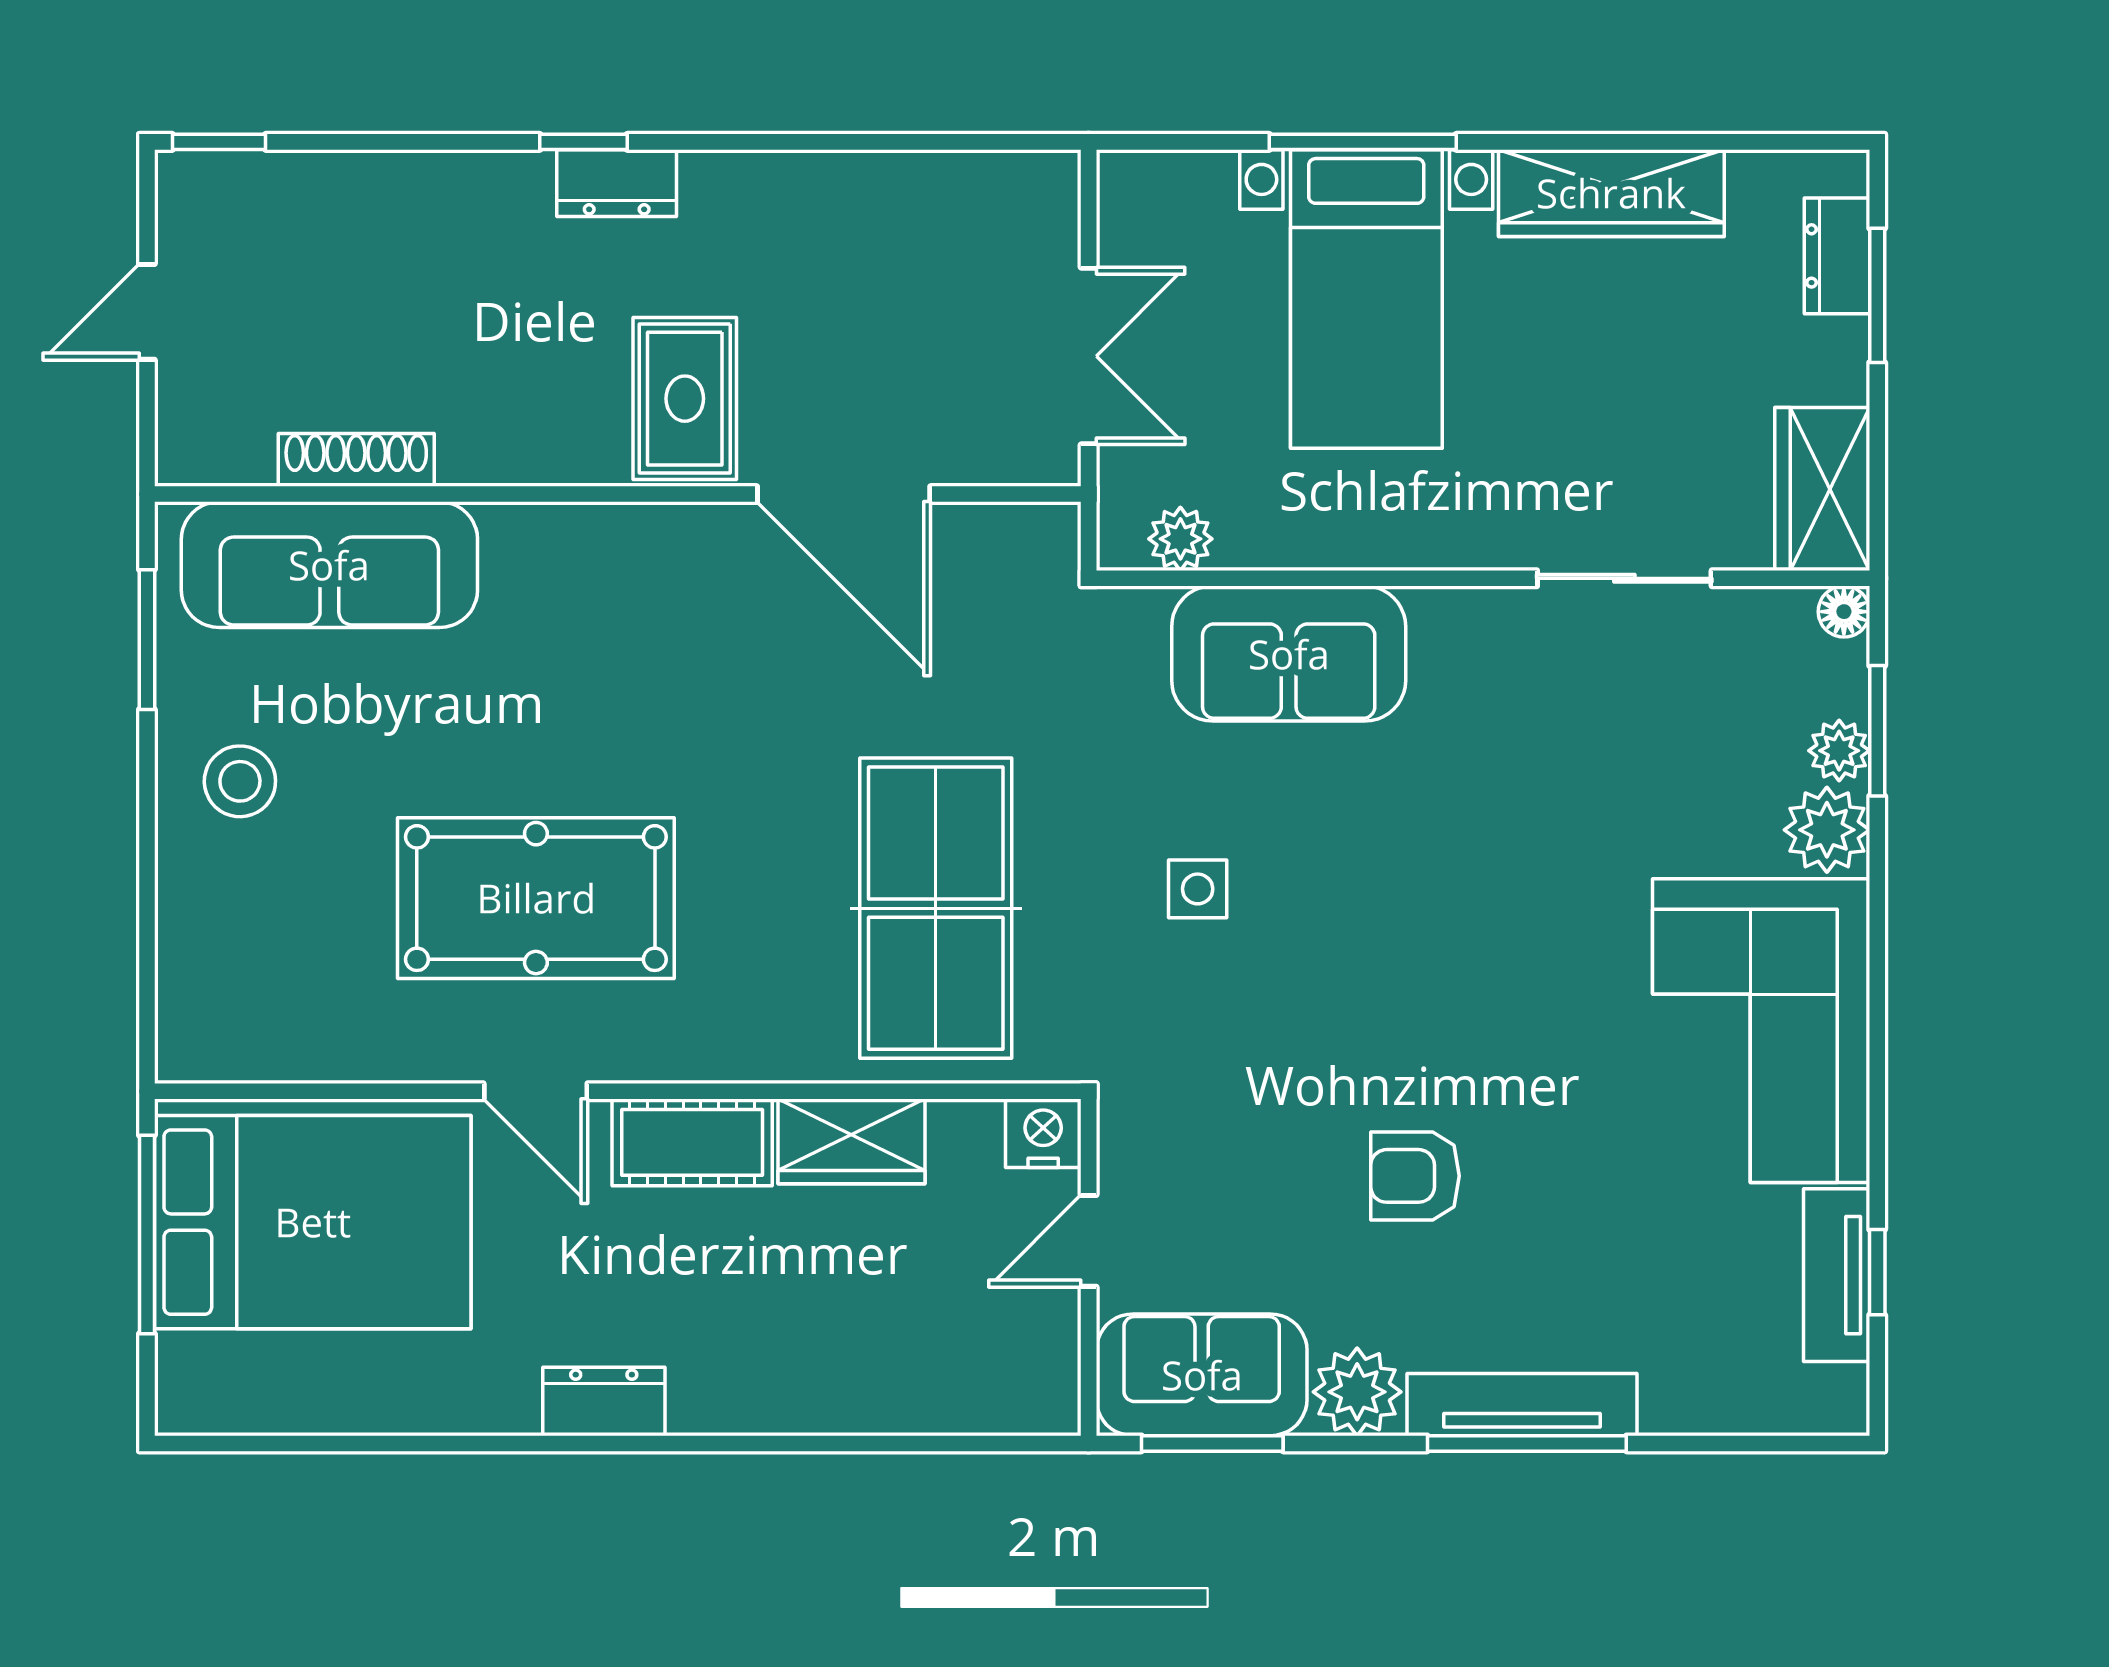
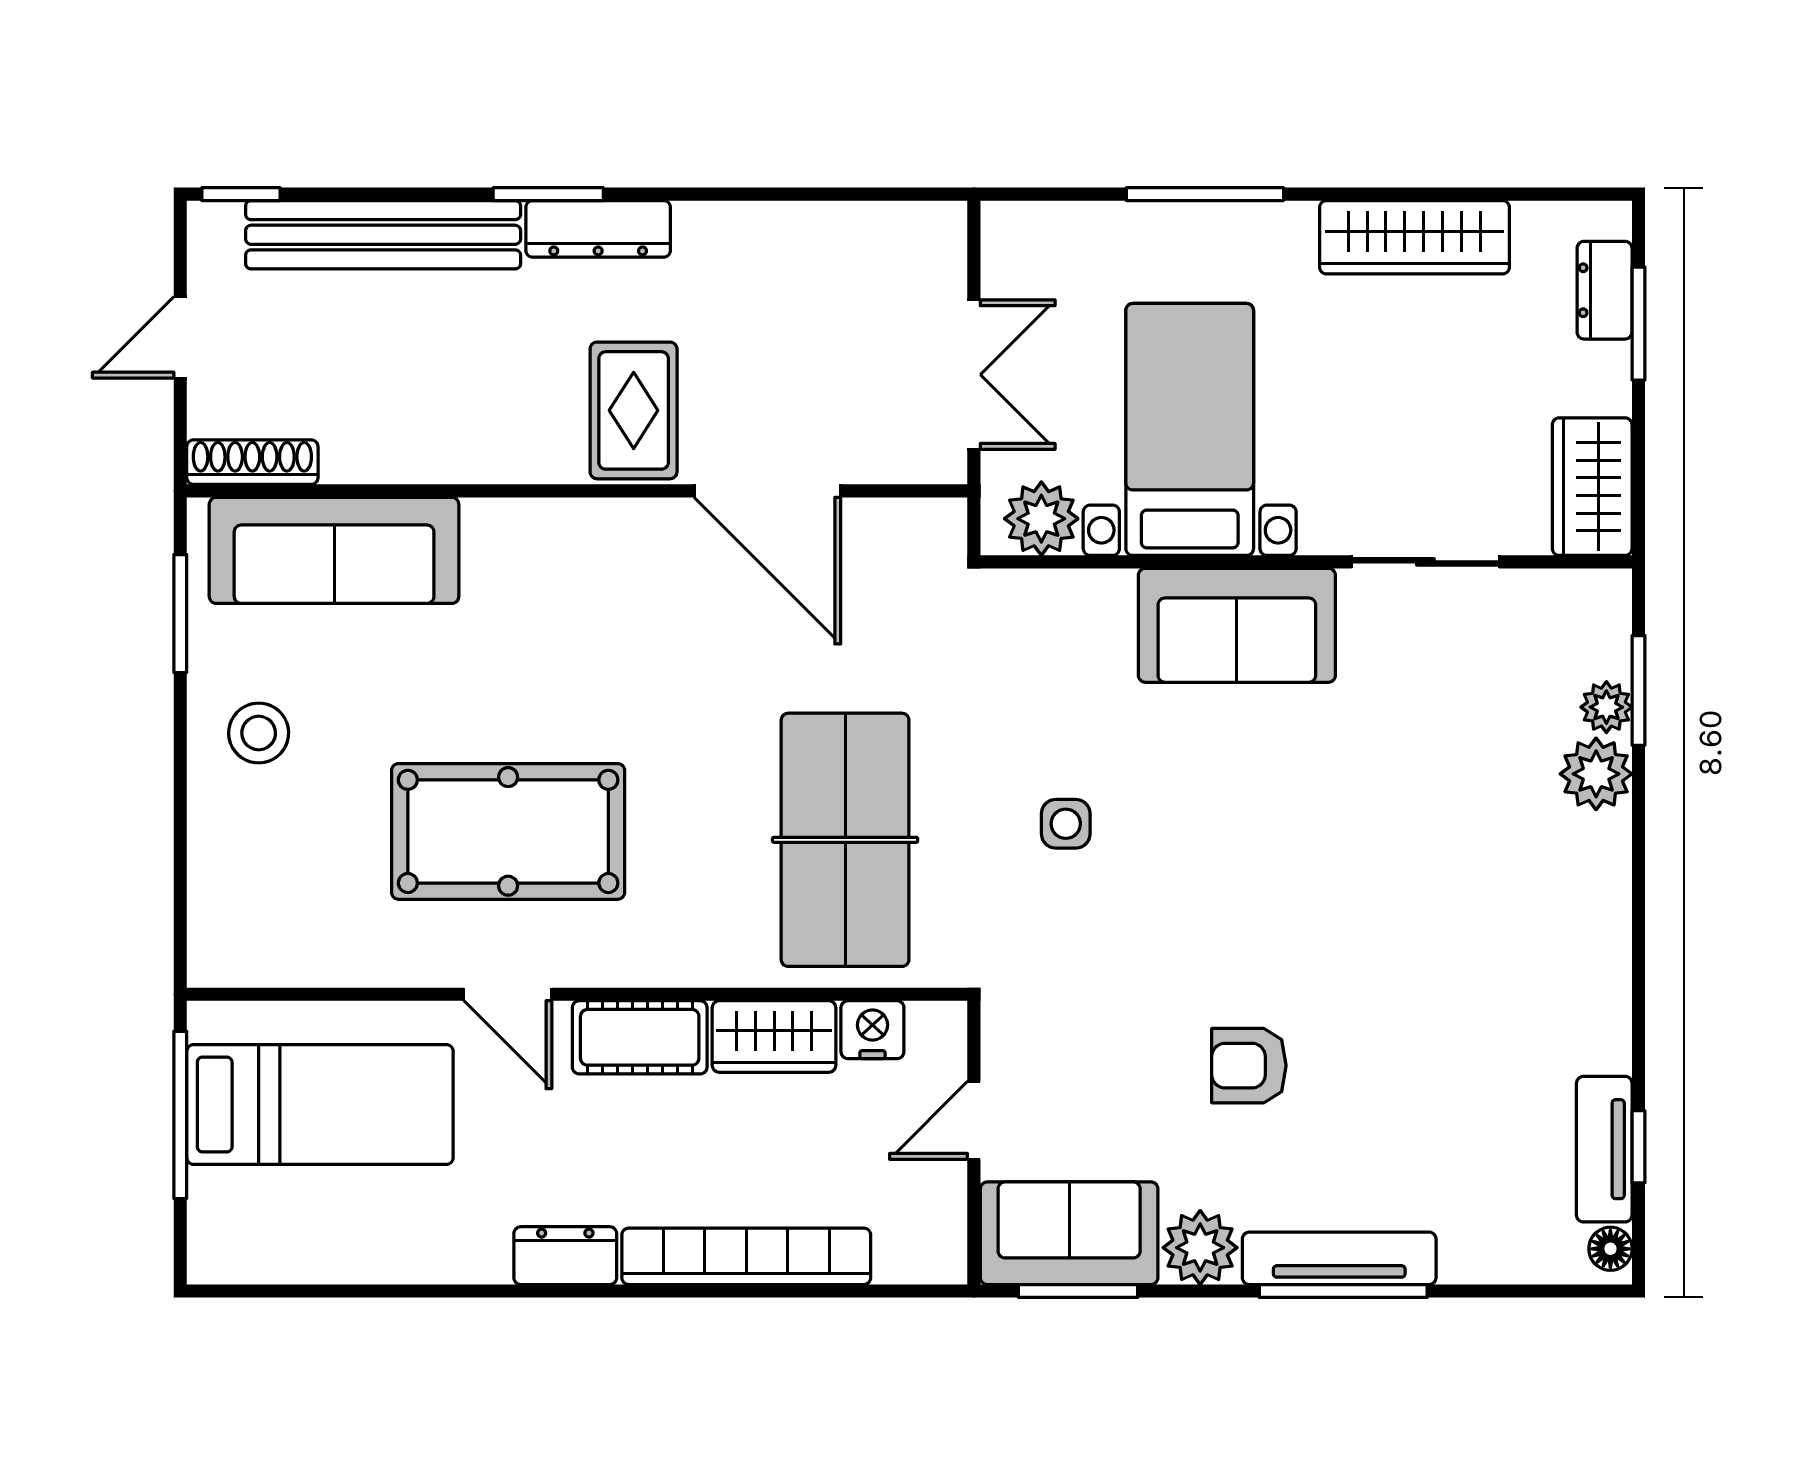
window: (584, 142) -> (548, 194), width x1.50
dresser: (617, 183) -> (598, 229), width x1.44
bench: (388, 190) -> (383, 235), added
bed with nightstands: (1366, 299) -> (1190, 429), moved, turned 180
shoe rack: (356, 460) -> (252, 462), moved
plant: (1180, 539) -> (1041, 519), width x1.38, depth x1.38
floor lamp: (1844, 612) -> (1610, 1249), moved
sofa: (1289, 654) -> (1237, 625), moved
corner sofa: (1761, 1031) -> (1541, 943), removed
nightstand: (1043, 1133) -> (872, 1030), moved
bed: (313, 1222) -> (320, 1105), width x0.67
bookcase: (819, 1402) -> (746, 1256), added

